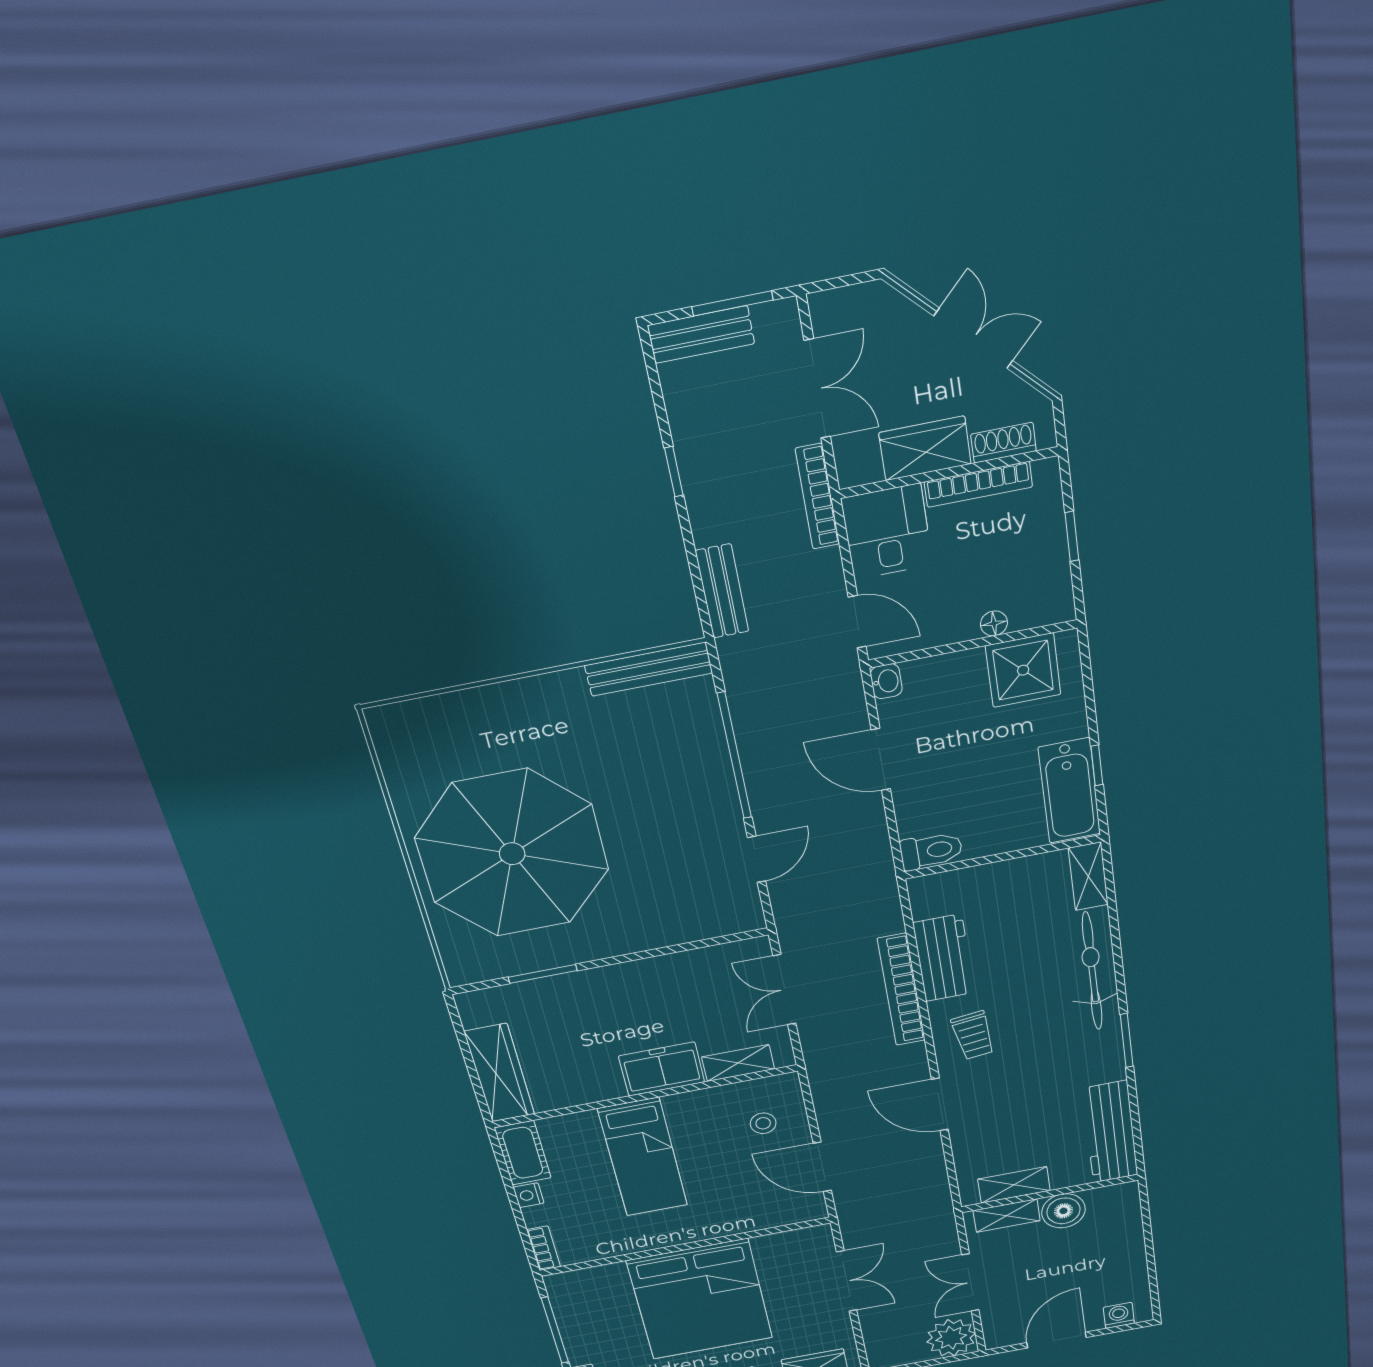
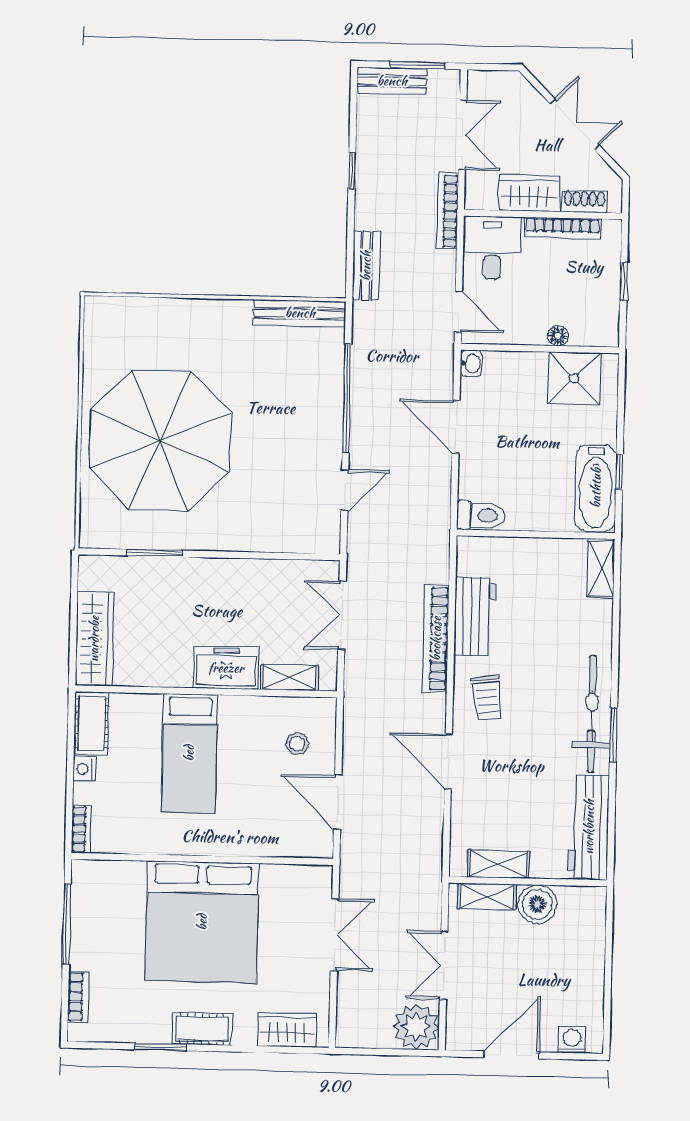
bicycle: (1092, 971) -> (592, 714), moved

